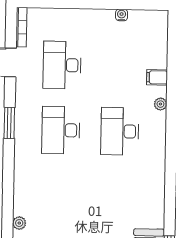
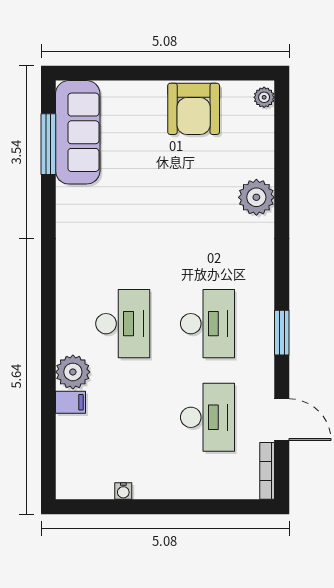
plant: (160, 104) -> (73, 372), width x1.87, depth x1.87
plant: (19, 223) -> (256, 197), width x1.88, depth x1.88

